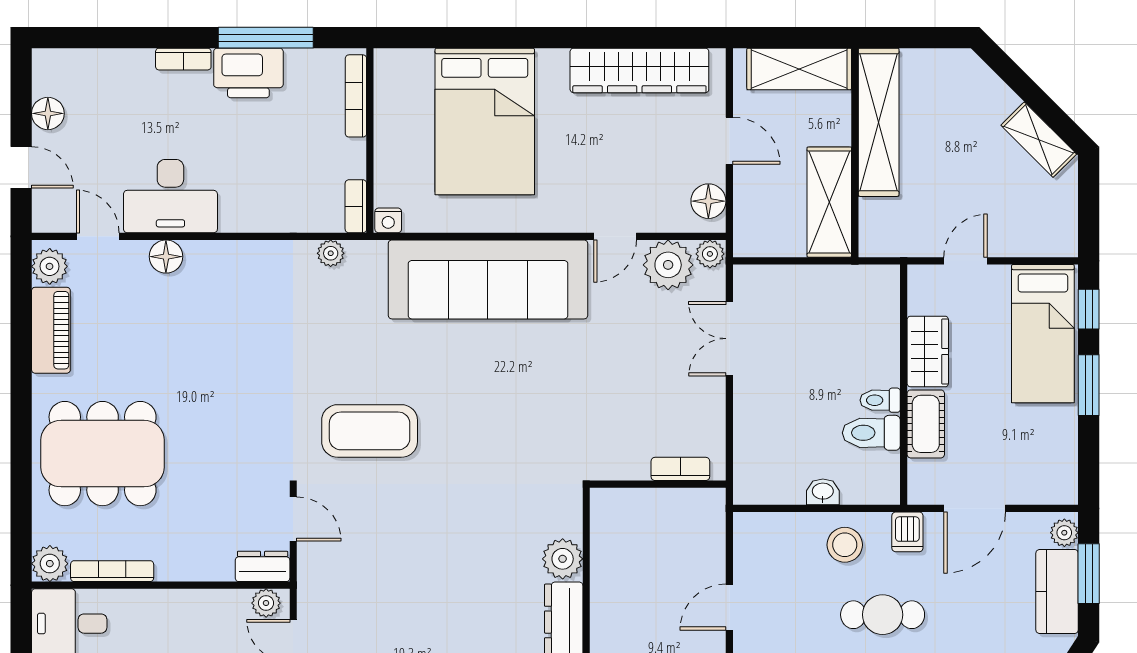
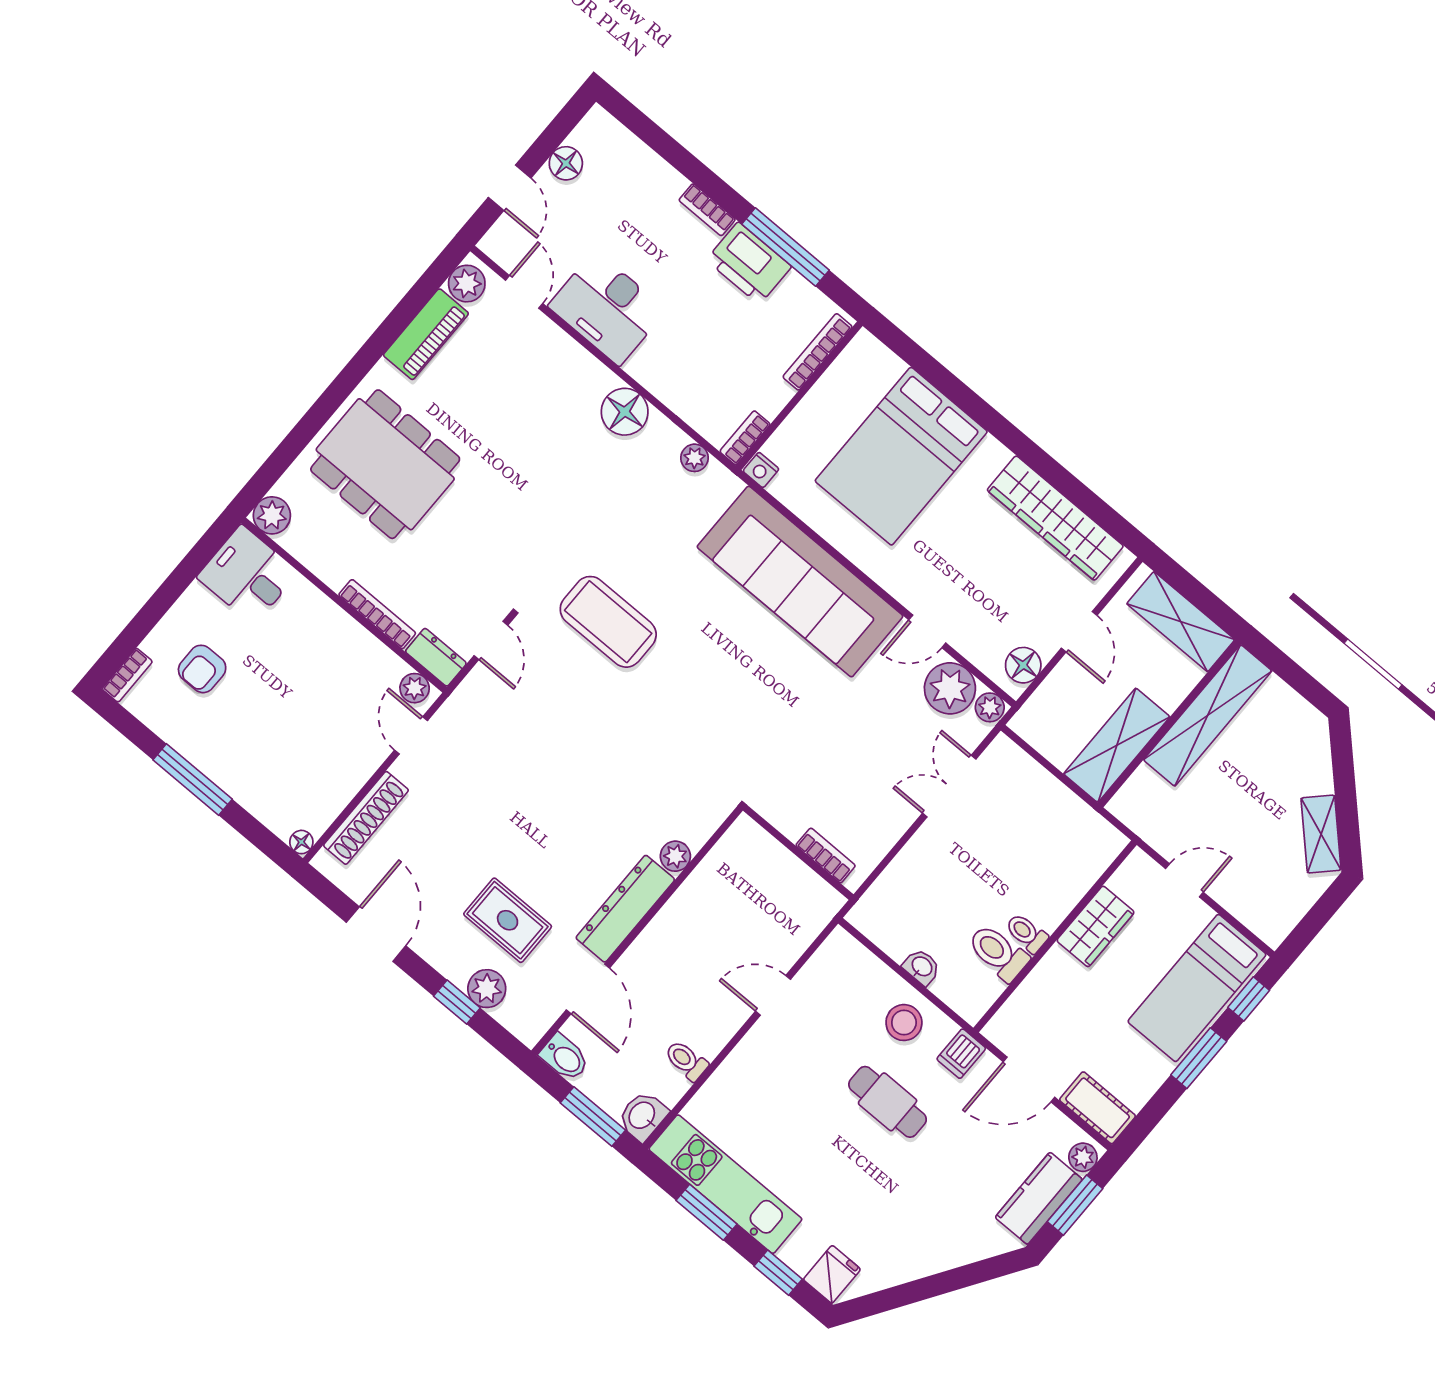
floor lamp: (166, 257) -> (625, 412), moved, width x1.38, depth x1.38
cot: (926, 424) -> (1098, 1108), moved, turned 90
plant: (563, 559) -> (675, 856), width x0.73, depth x0.73
bookcase: (112, 571) -> (377, 614), moved

